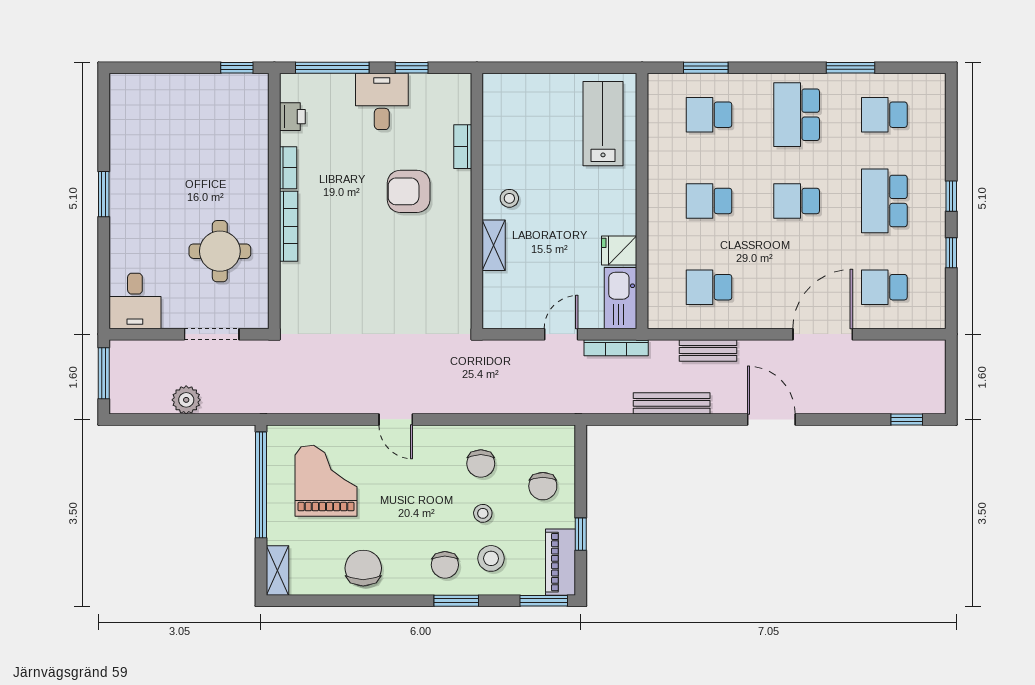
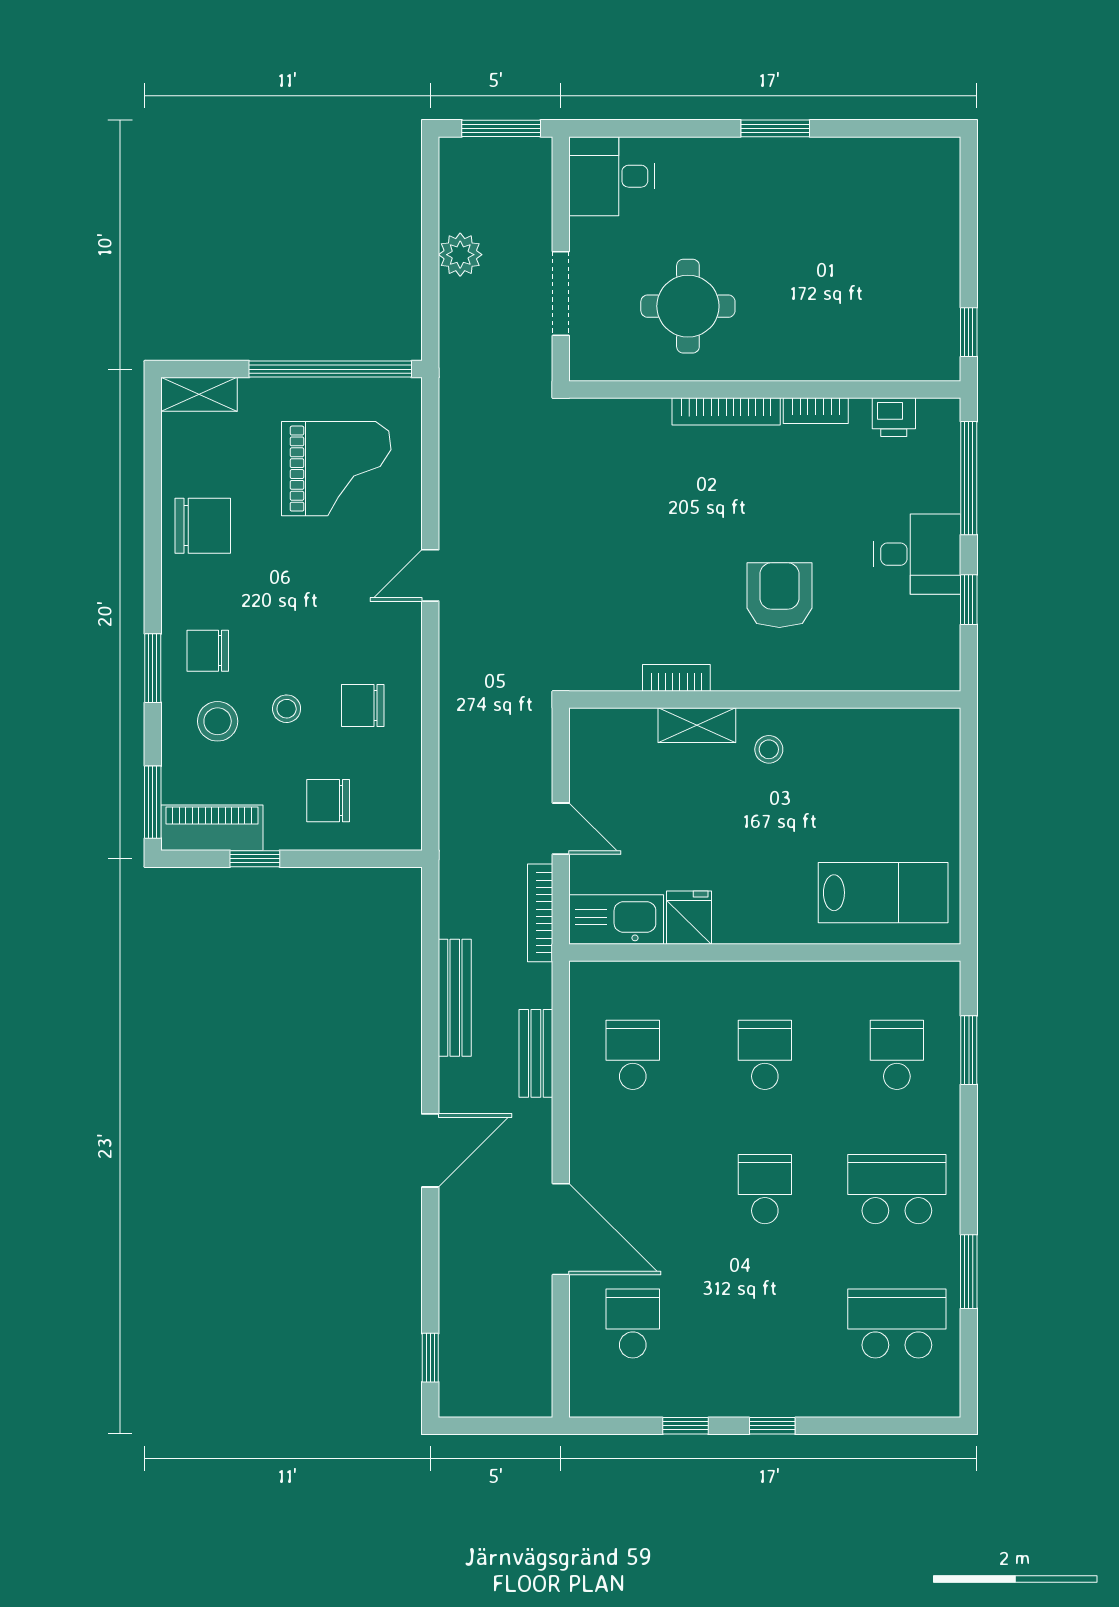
school desk: (884, 115) -> (897, 1323), width x1.85
bookcase: (463, 147) -> (676, 678), moved
school desk: (884, 201) -> (765, 1323), removed

